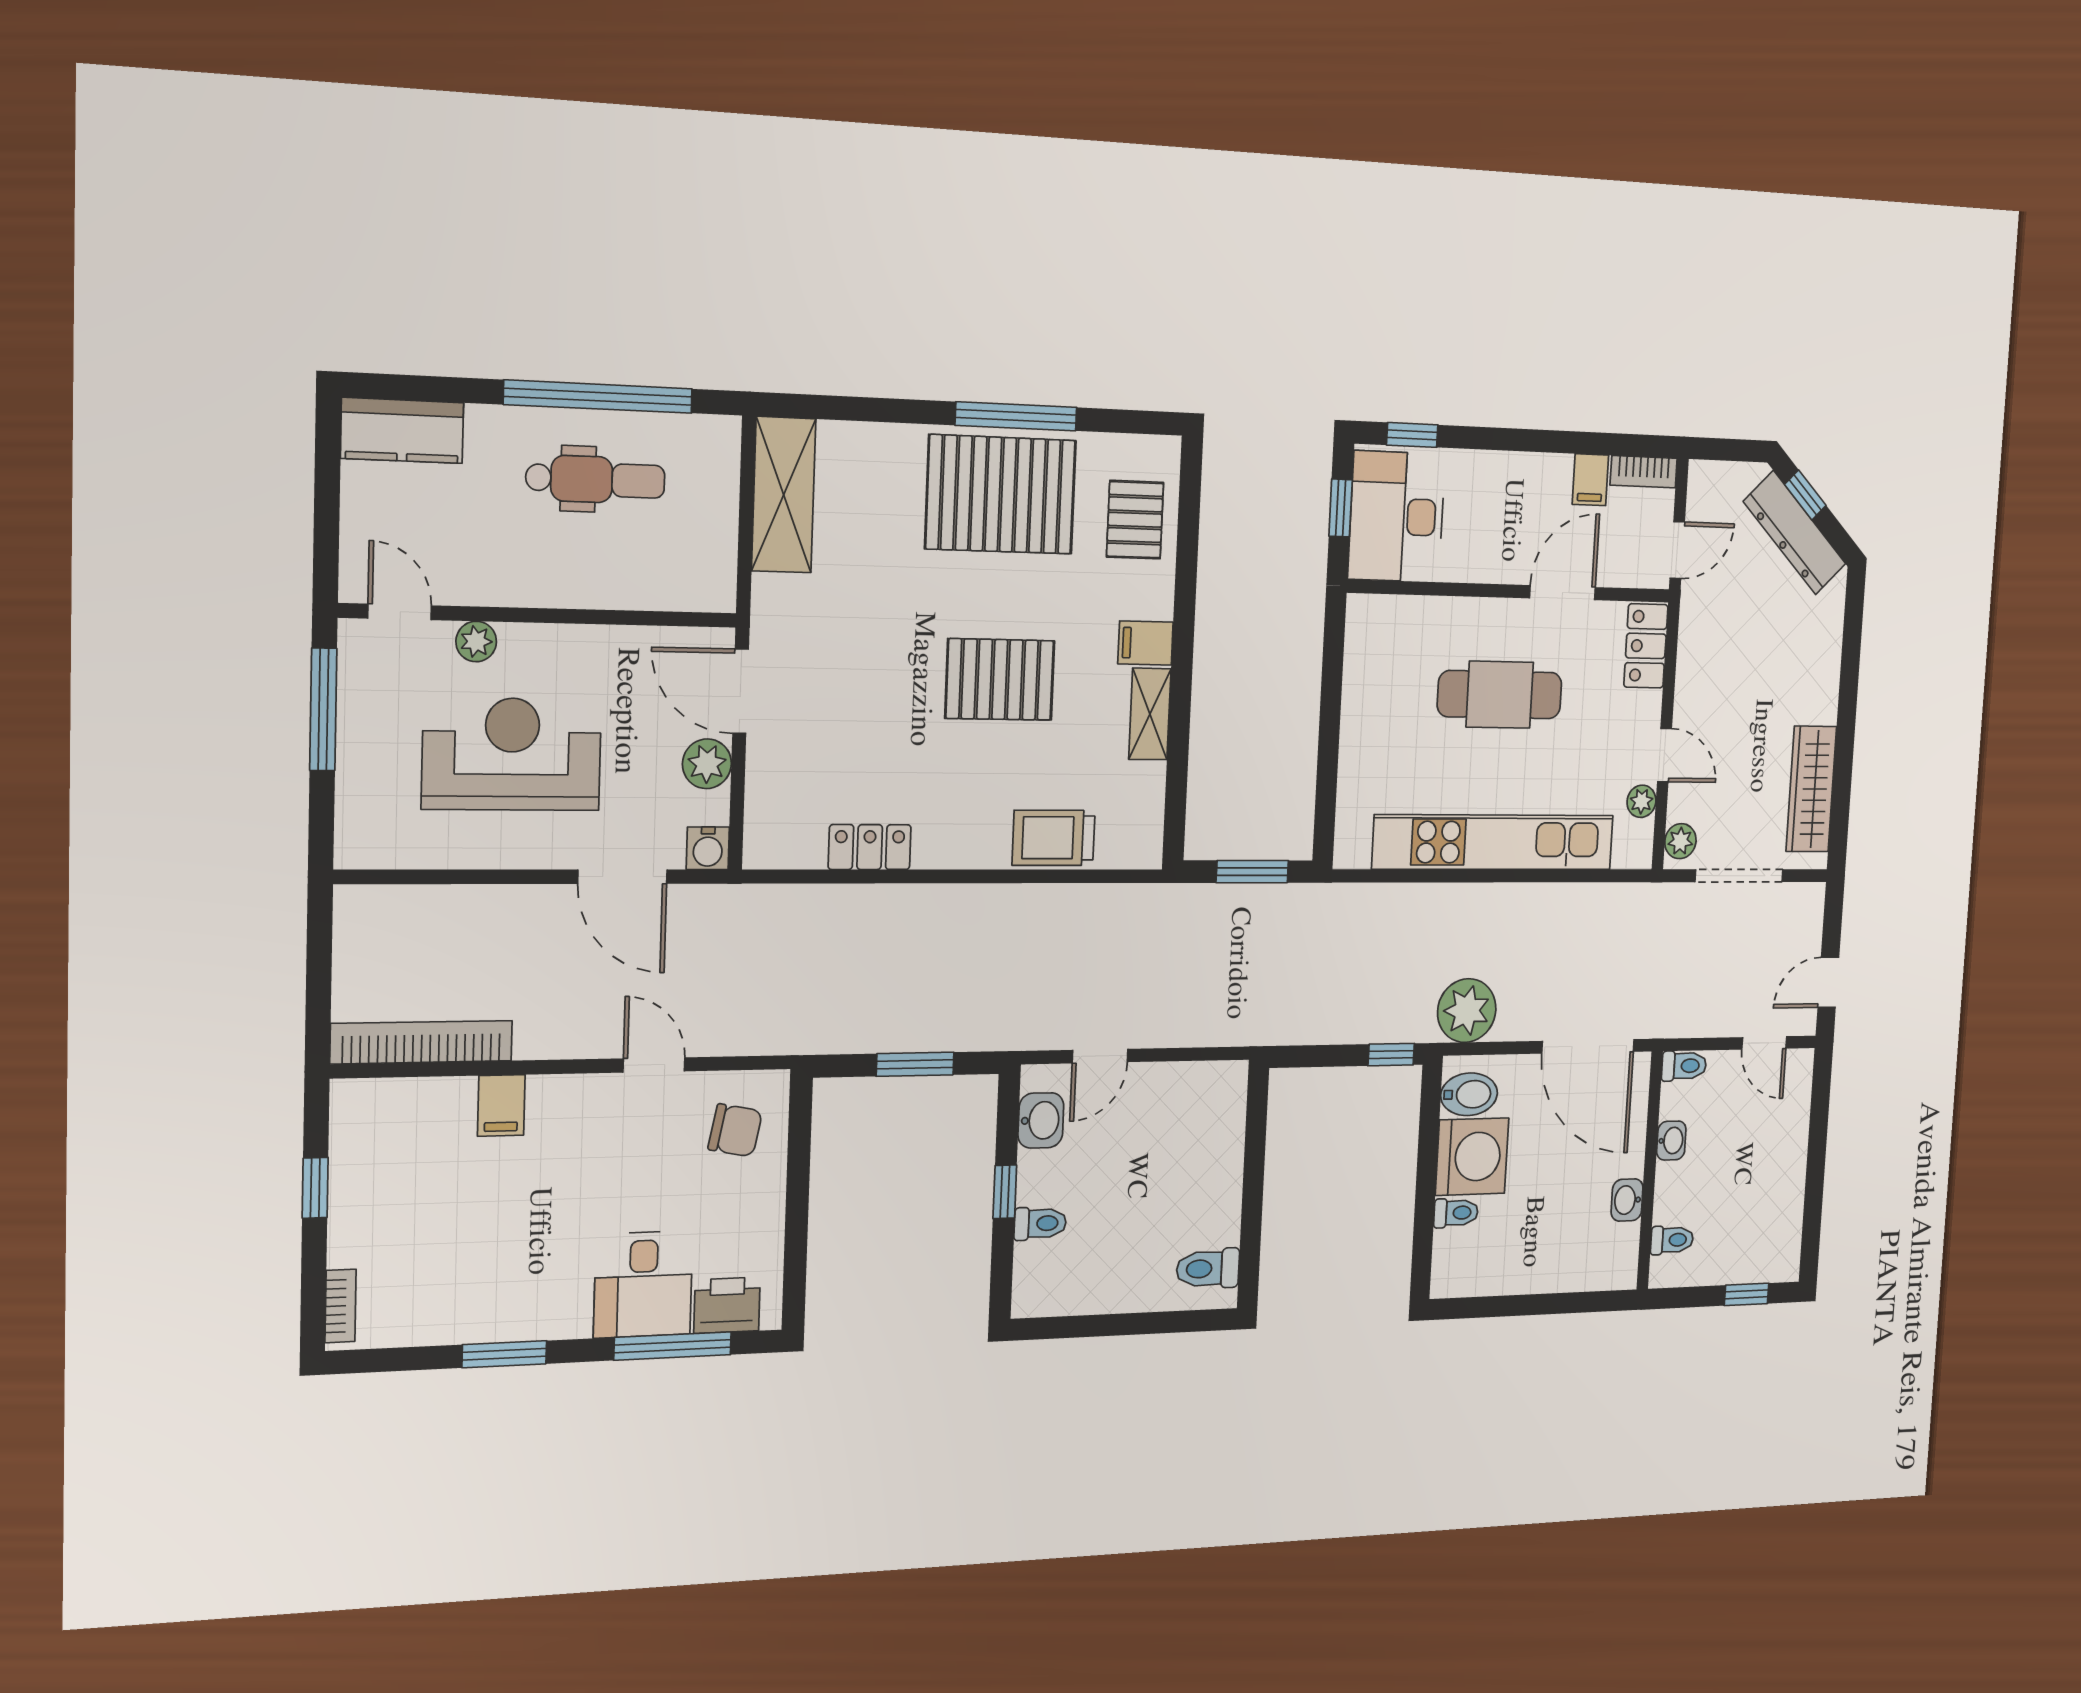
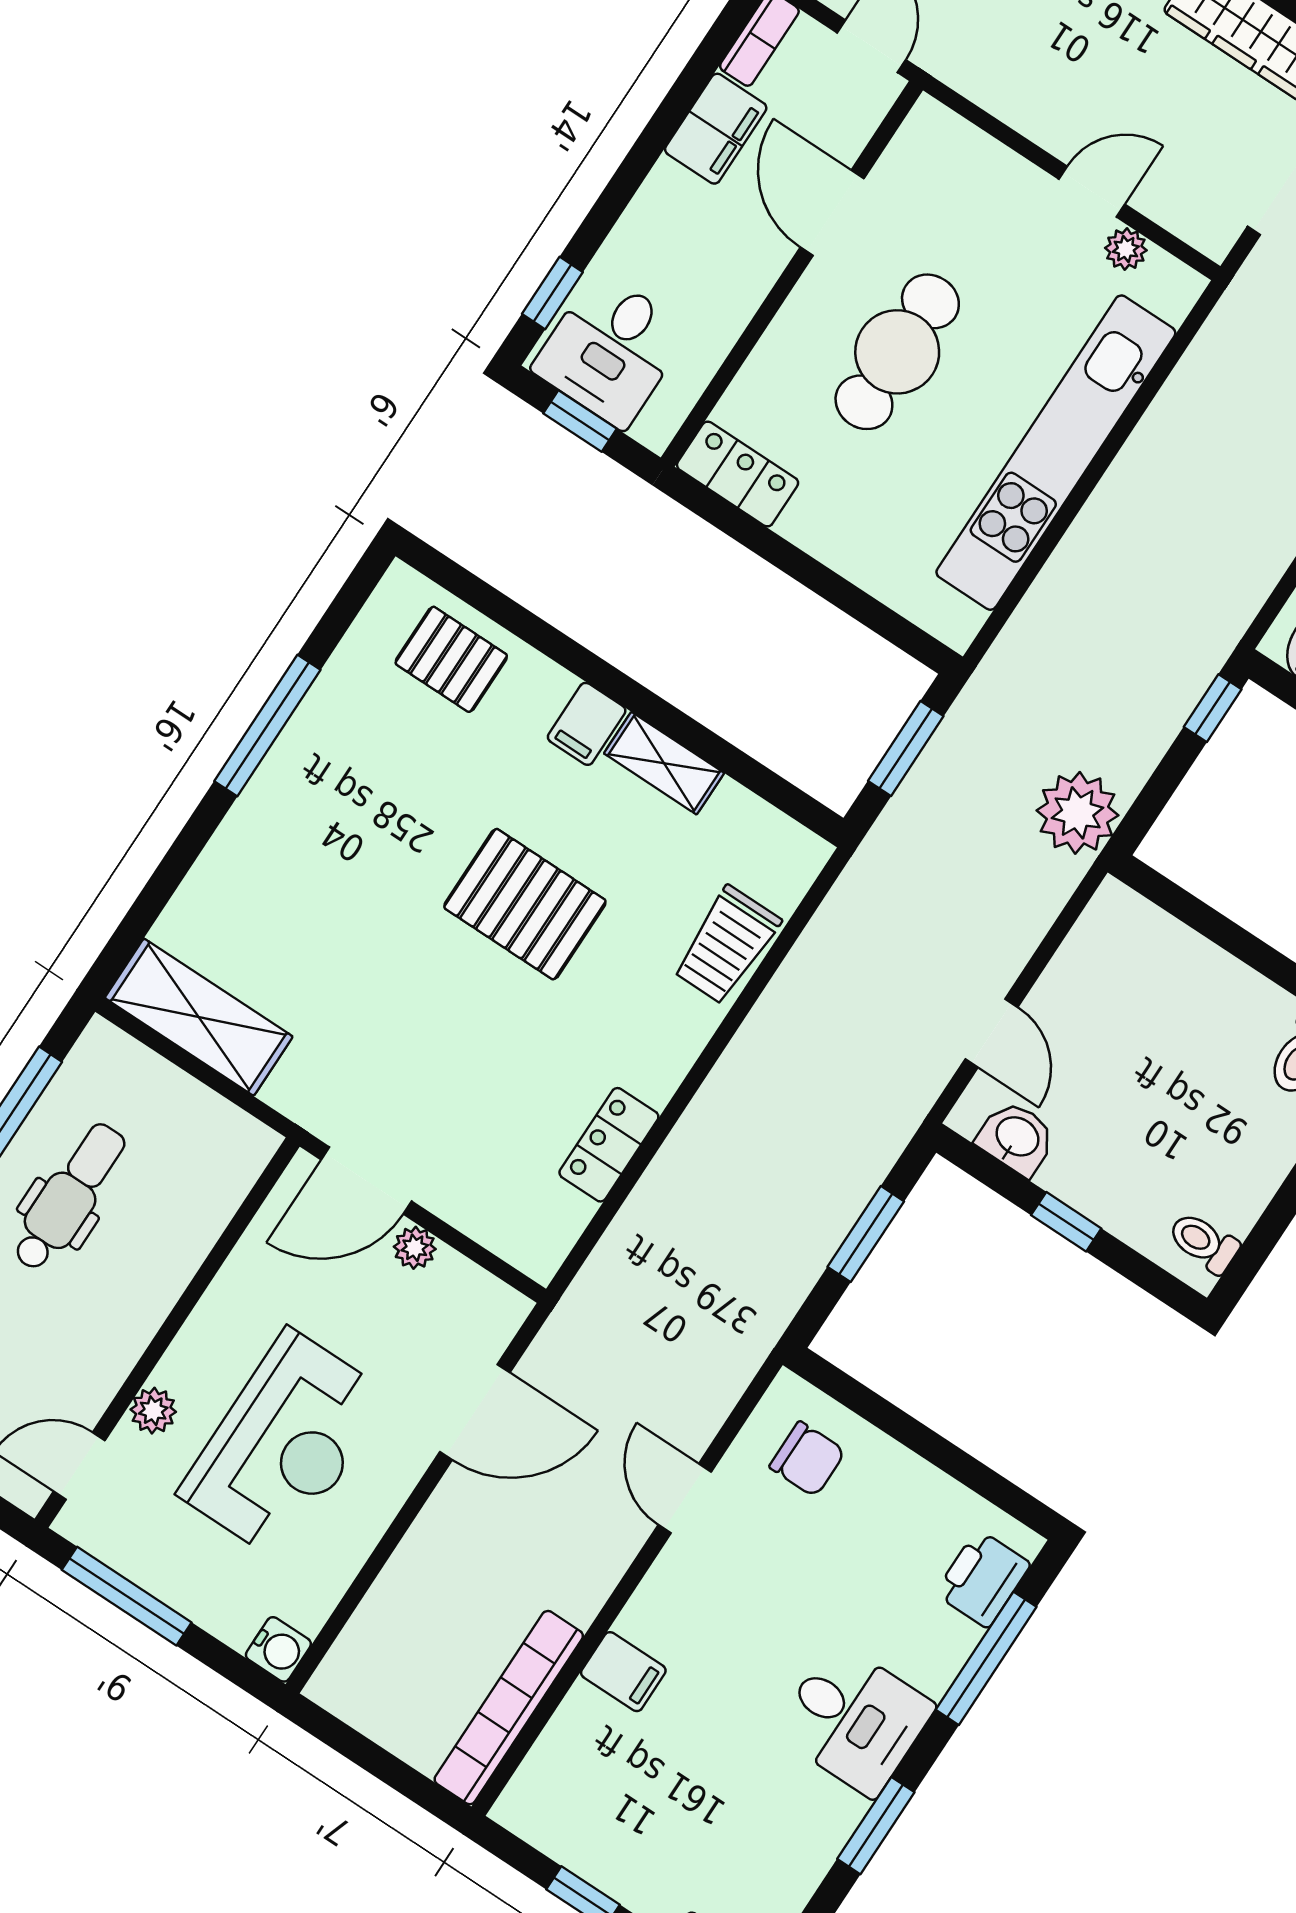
filing cabinet: (1590, 480) -> (716, 129), width x2.00
pallet: (1001, 495) -> (337, 790), removed
desk: (1397, 517) -> (611, 350), width x0.73
locker: (1646, 646) -> (738, 474), moved, turned 180
pallet: (1000, 679) -> (525, 904), turned 90
reception desk: (512, 754) -> (284, 1445), turned 180
plant: (707, 764) -> (415, 1248), width x0.73, depth x0.73
plant: (1680, 841) -> (1202, 227), removed
water cooler: (708, 848) -> (278, 1649), moved
plant: (1467, 1011) -> (1078, 813), moved
door: (654, 1065) -> (685, 1498), hinge flipped
chair: (735, 1130) -> (807, 1459), turned 79
toilet: (1040, 1223) -> (1204, 1242), moved, turned -90
desk: (643, 1284) -> (854, 1719), moved

